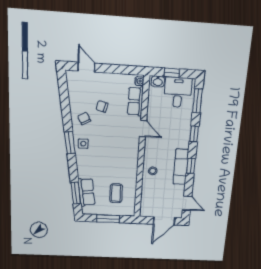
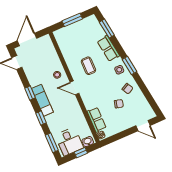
door: (143, 128) -> (74, 88), moved
exam couch: (181, 167) -> (42, 100), moved
row of seats: (86, 192) -> (108, 48), moved
coffee table: (116, 193) -> (88, 66), moved

